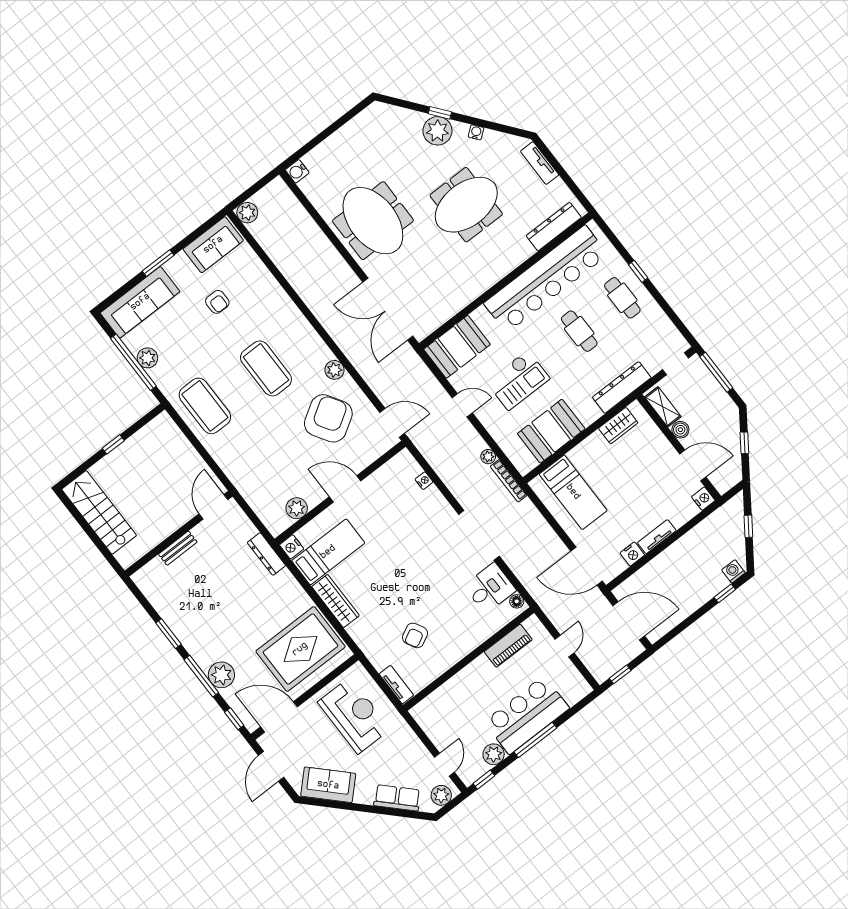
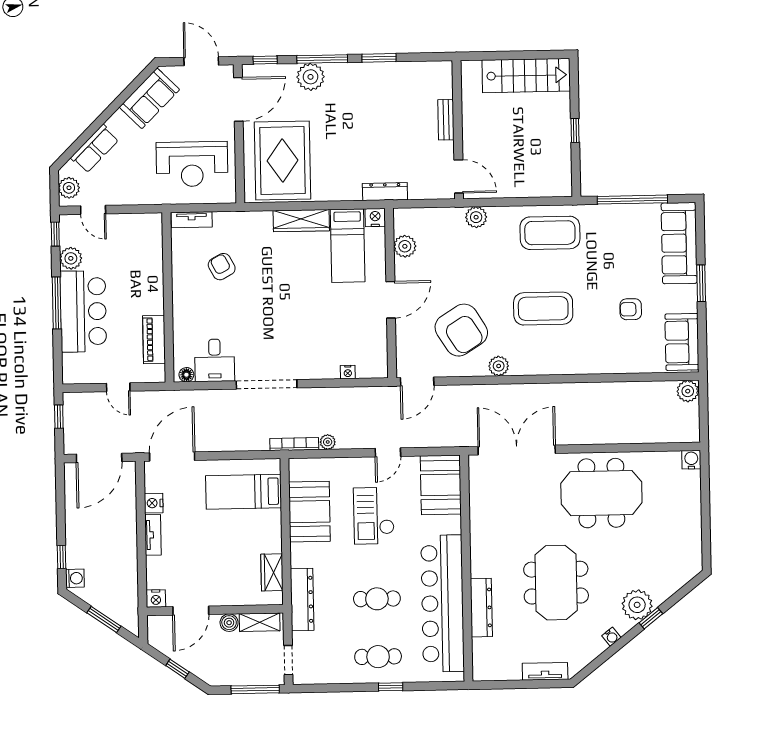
dresser: (554, 227) -> (481, 608), moved
plant: (147, 358) -> (476, 217), moved
window: (748, 526) -> (104, 619), width x1.50

